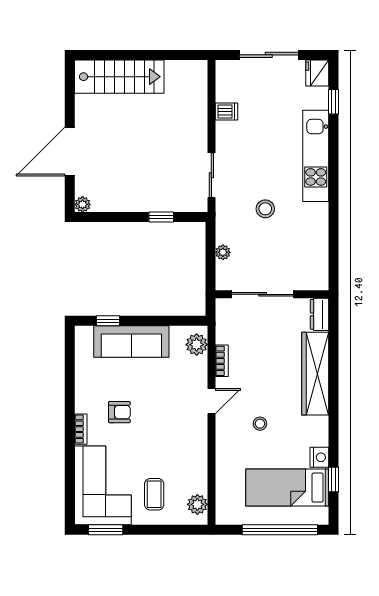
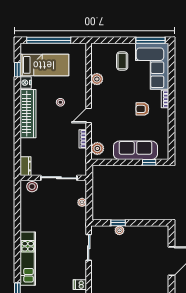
plant: (83, 204) -> (119, 230), moved
stool: (265, 209) -> (32, 187), moved
wardrobe: (315, 374) -> (28, 114), moved
plant: (197, 504) -> (97, 79), moved
window: (106, 530) -> (150, 40), width x1.44

